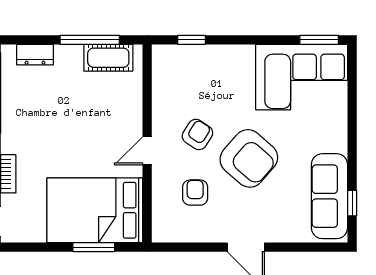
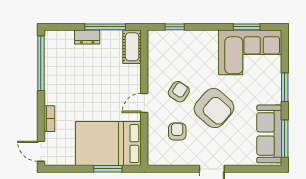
window: (319, 40) -> (247, 27), moved
dresser: (35, 55) -> (87, 37), moved
cot: (108, 58) -> (132, 47), moved, turned 90
window: (352, 128) -> (285, 87), added
window: (352, 203) -> (285, 139), width x2.17

